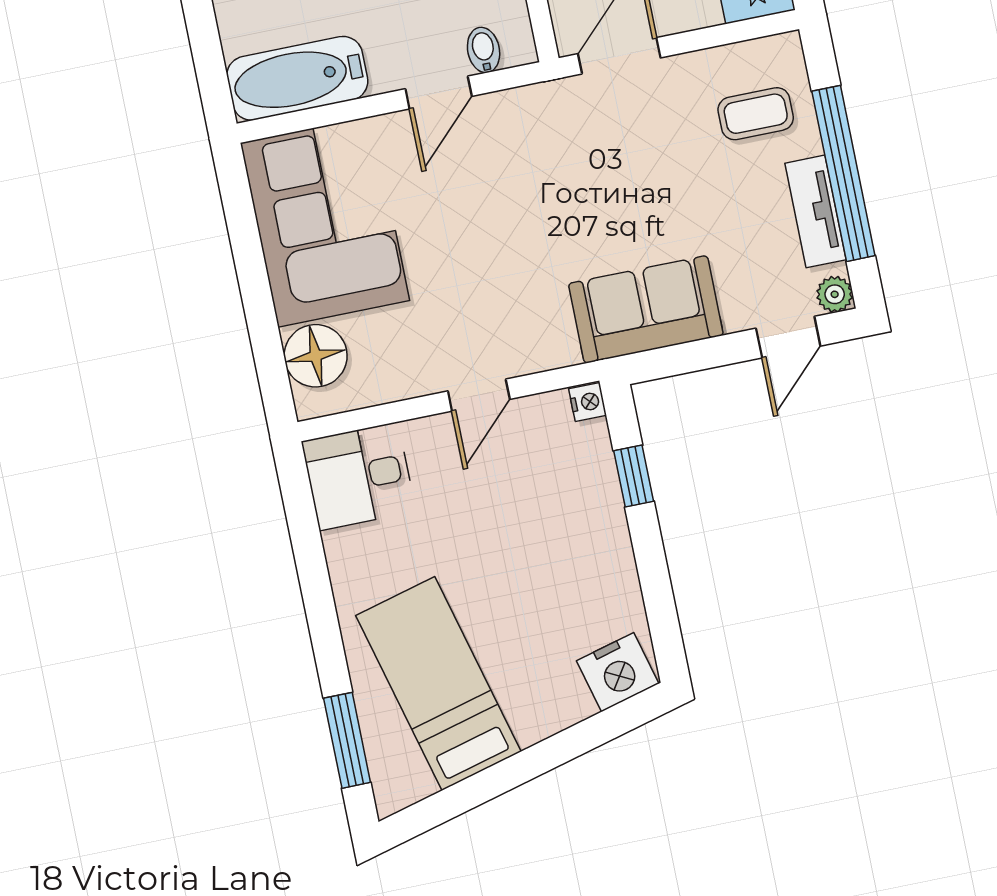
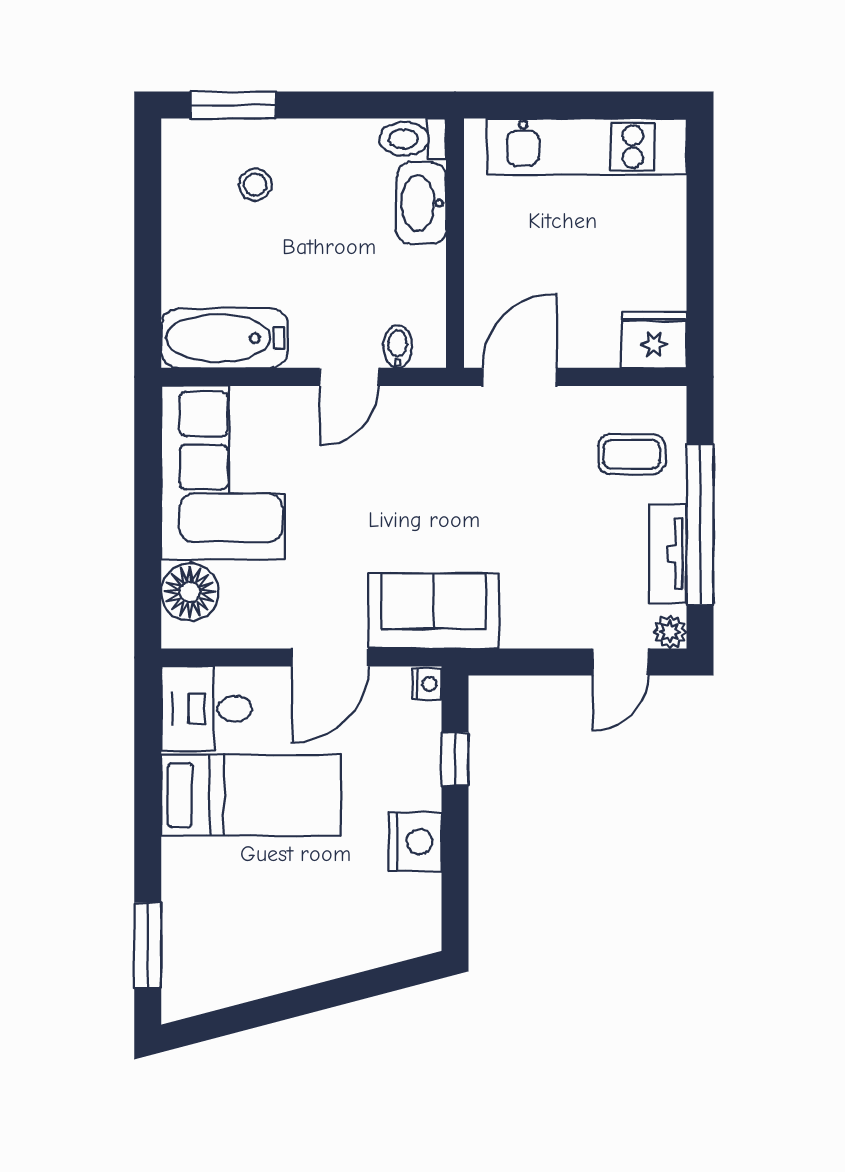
sofa: (646, 309) -> (433, 611), moved
door: (479, 395) -> (330, 658), width x1.38
nightstand: (618, 672) -> (415, 842), moved, turned -75
bed: (438, 684) -> (251, 795), moved, turned 105

